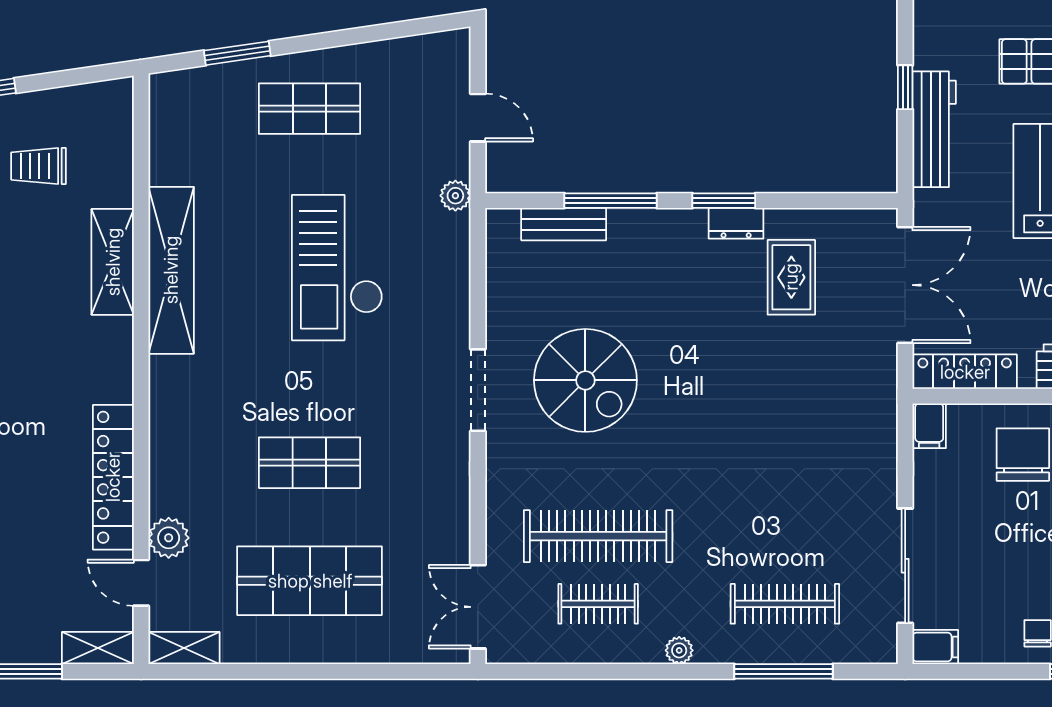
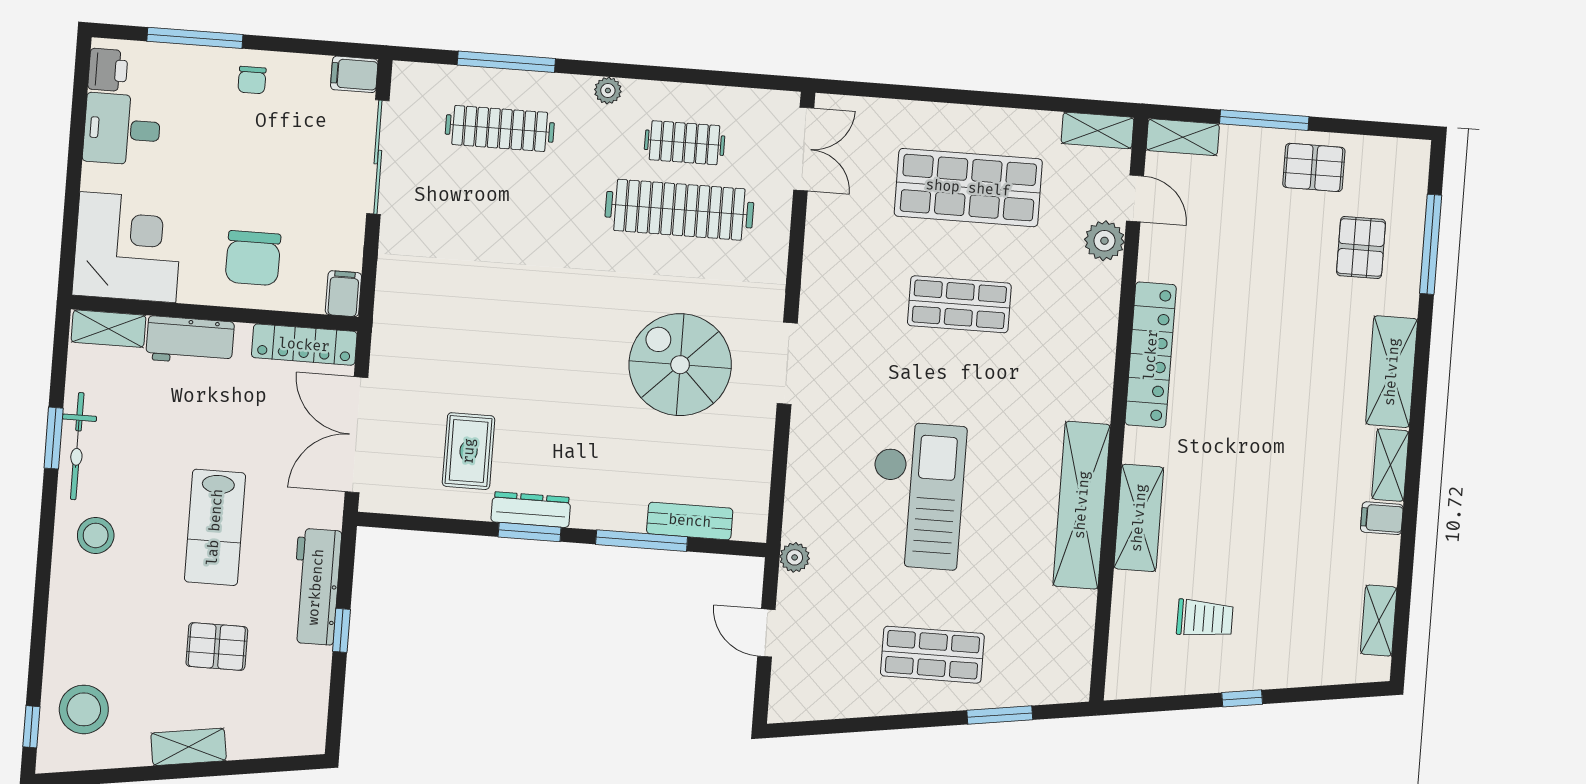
dresser: (736, 223) -> (531, 510), width x1.44
locker: (113, 477) -> (1151, 355), moved

